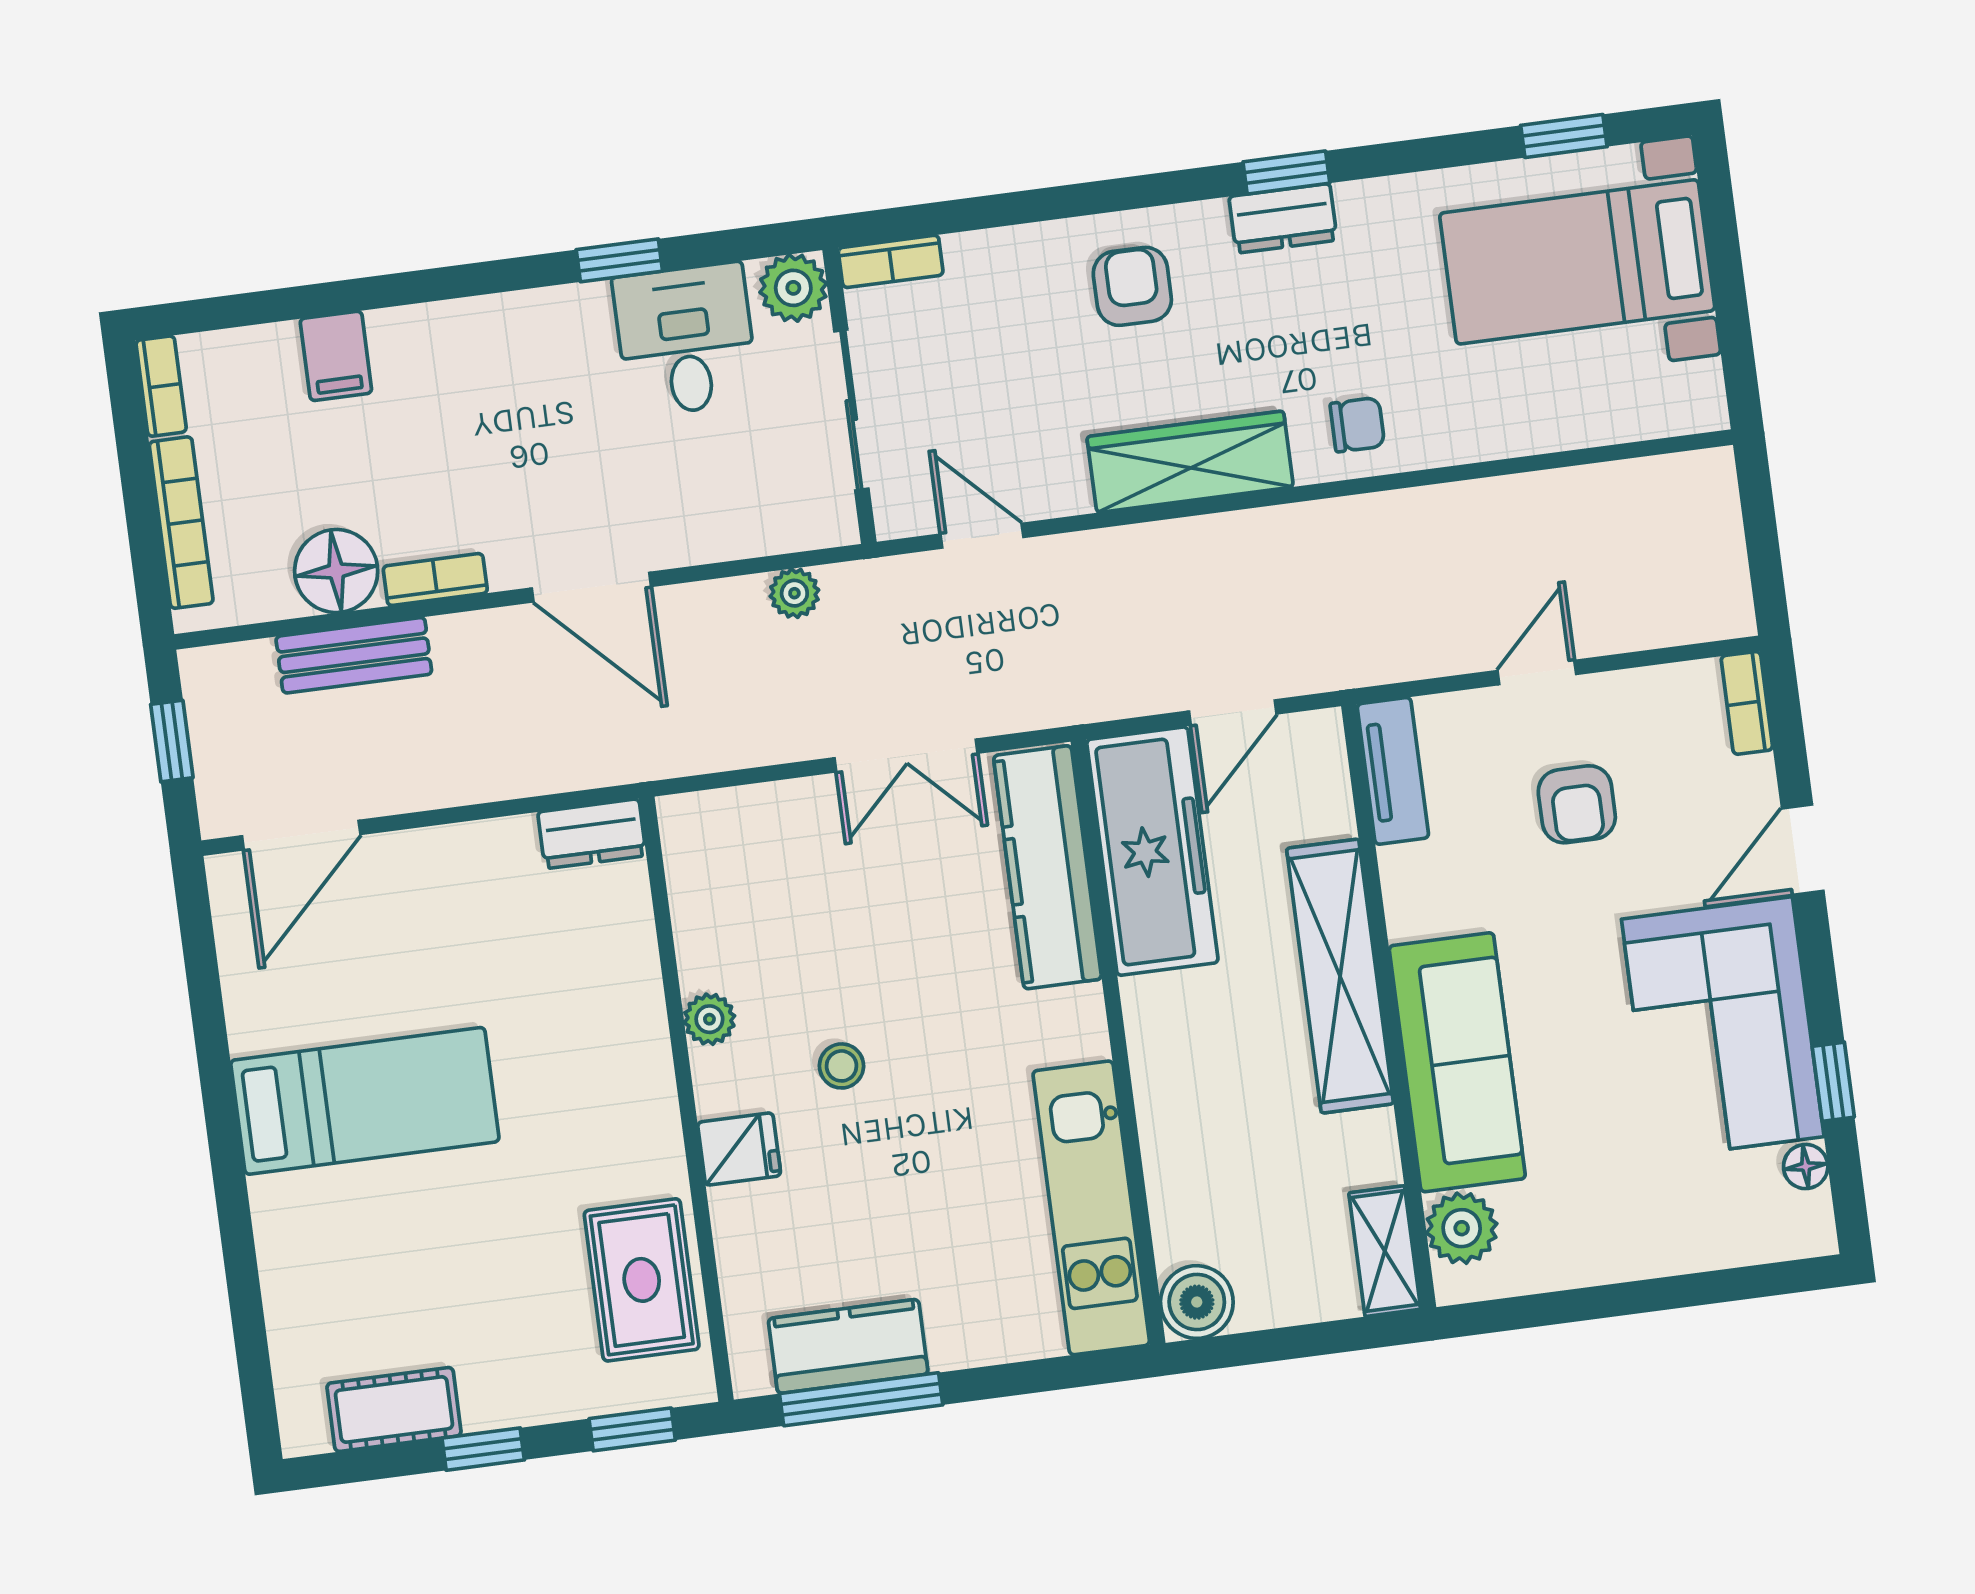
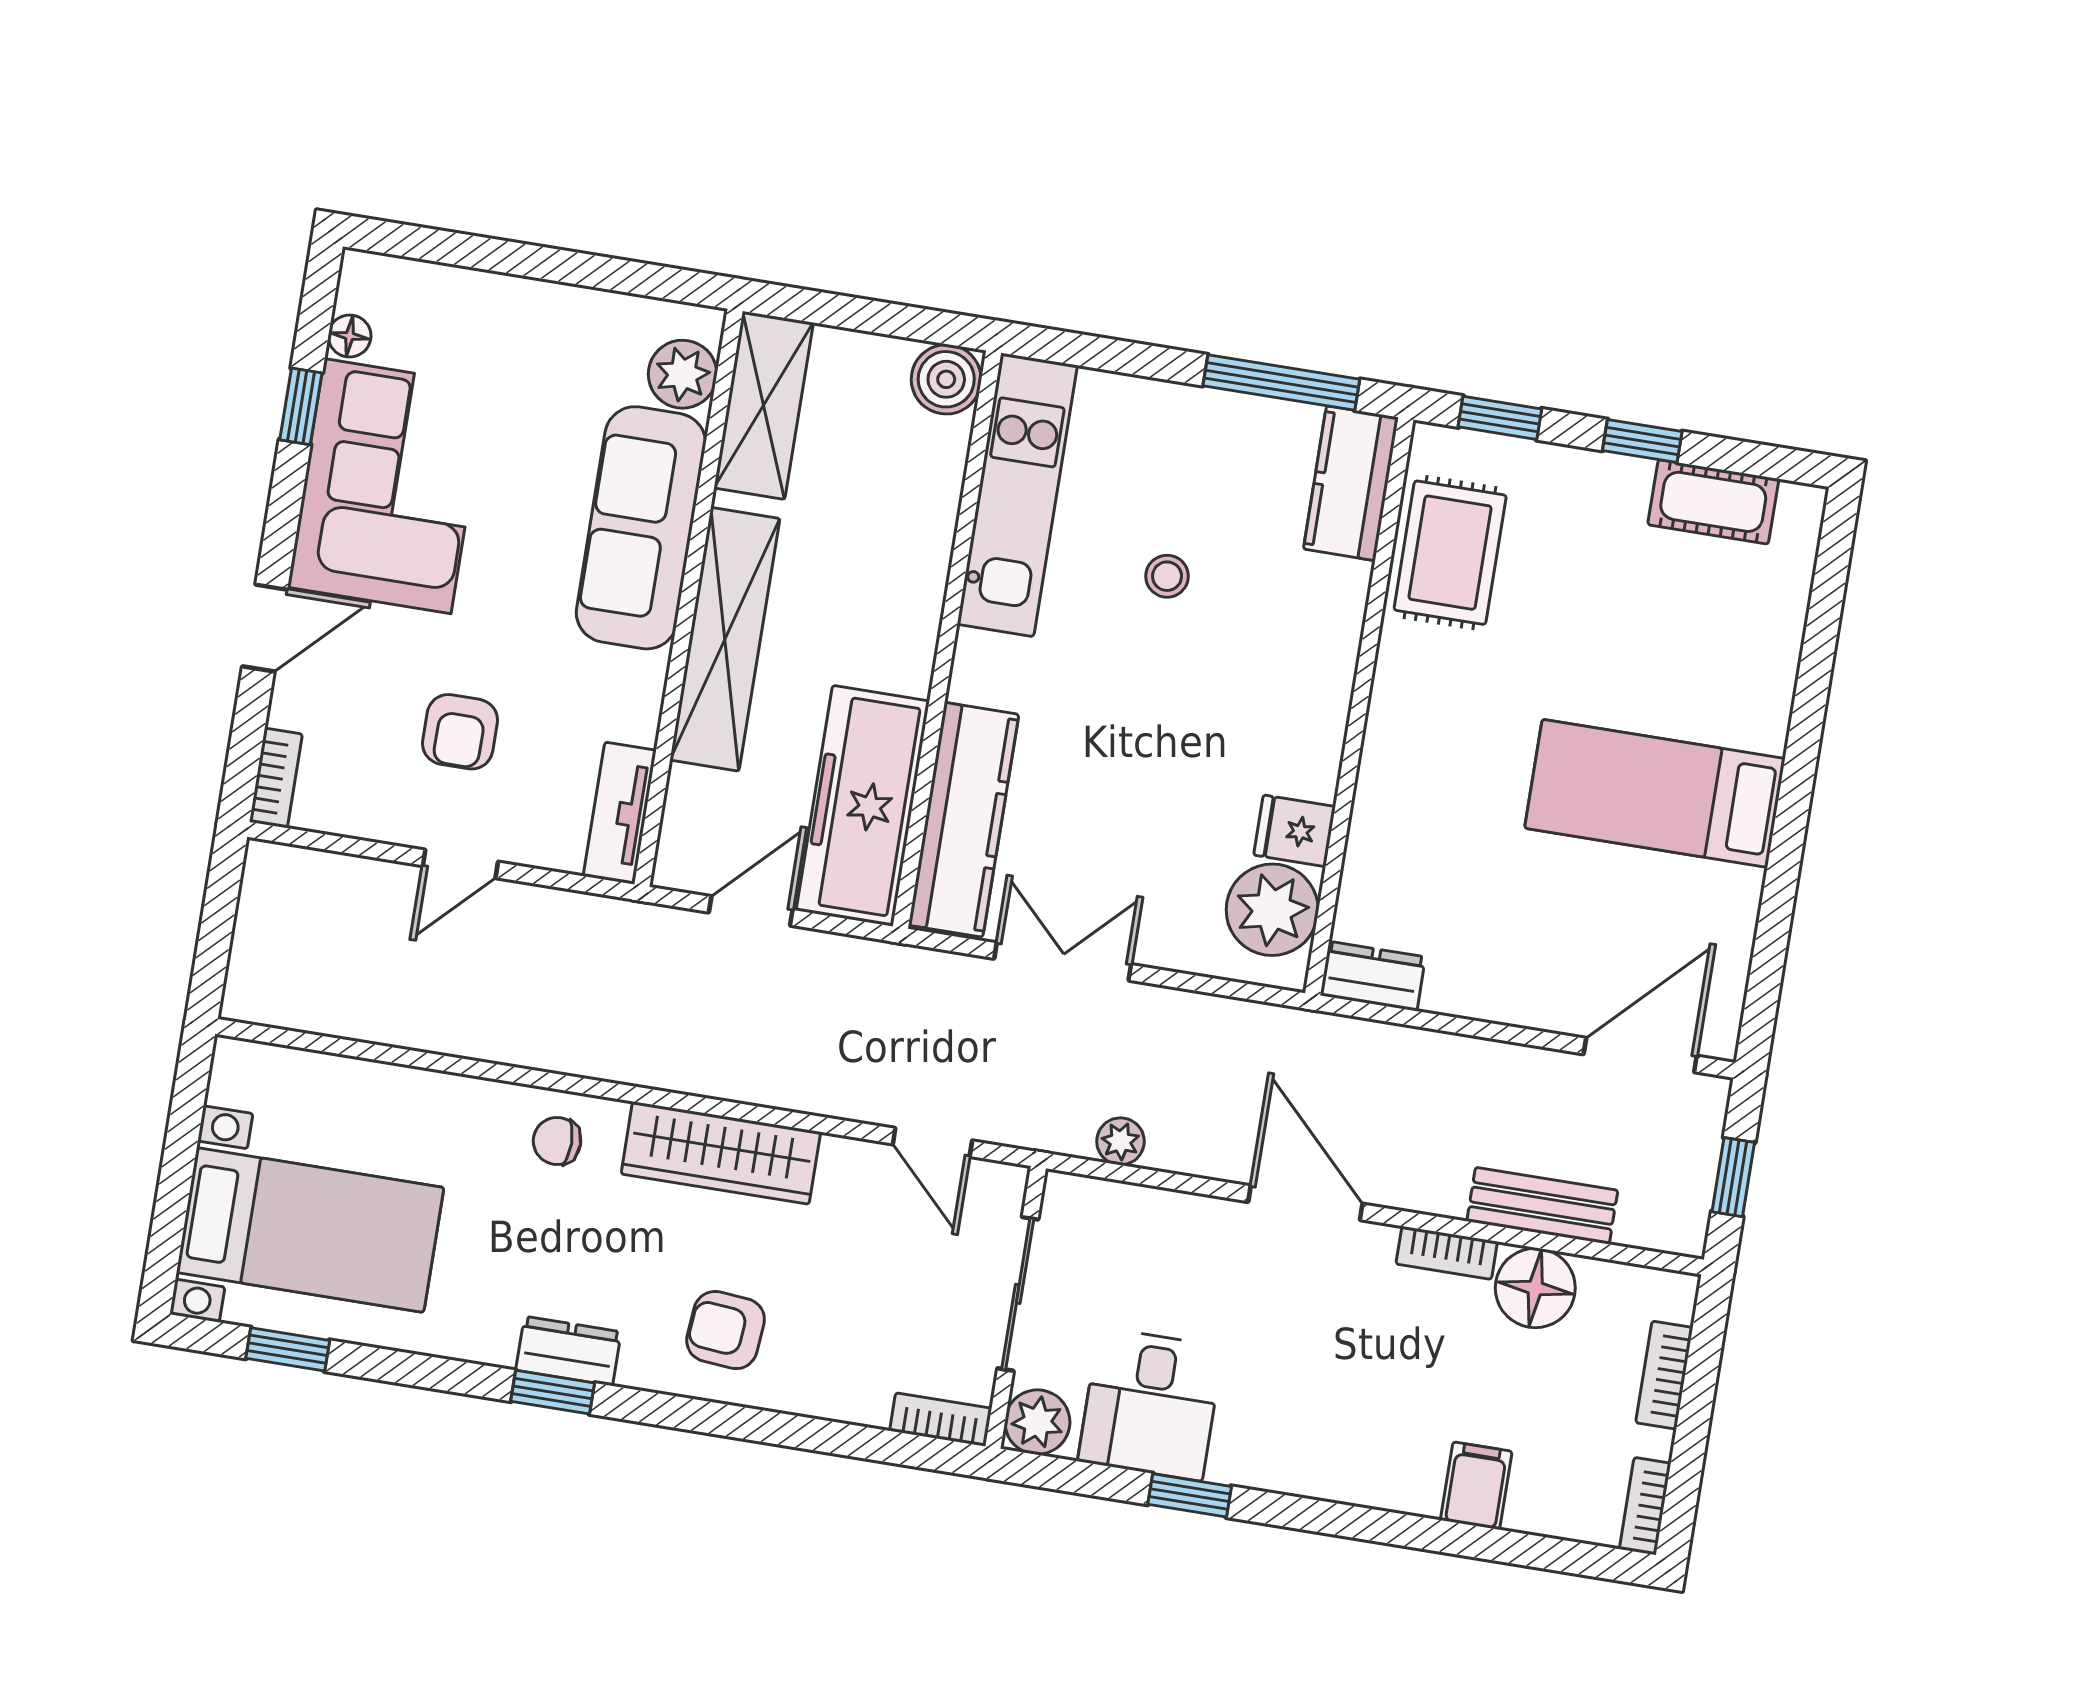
armchair: (1132, 286) -> (726, 1330), turned 95
bookcase: (181, 523) -> (1664, 1375), width x0.64
armchair: (1577, 804) -> (460, 732), turned 180
plant: (709, 1019) -> (1272, 910), moved, width x1.88, depth x1.88
stool: (841, 1066) -> (1167, 576), moved
fridge: (739, 1149) -> (1294, 831), moved
shelving: (1385, 1251) -> (764, 405), width x1.50, depth x1.33
kitchen counter: (848, 1346) -> (1351, 483), moved, turned 90

